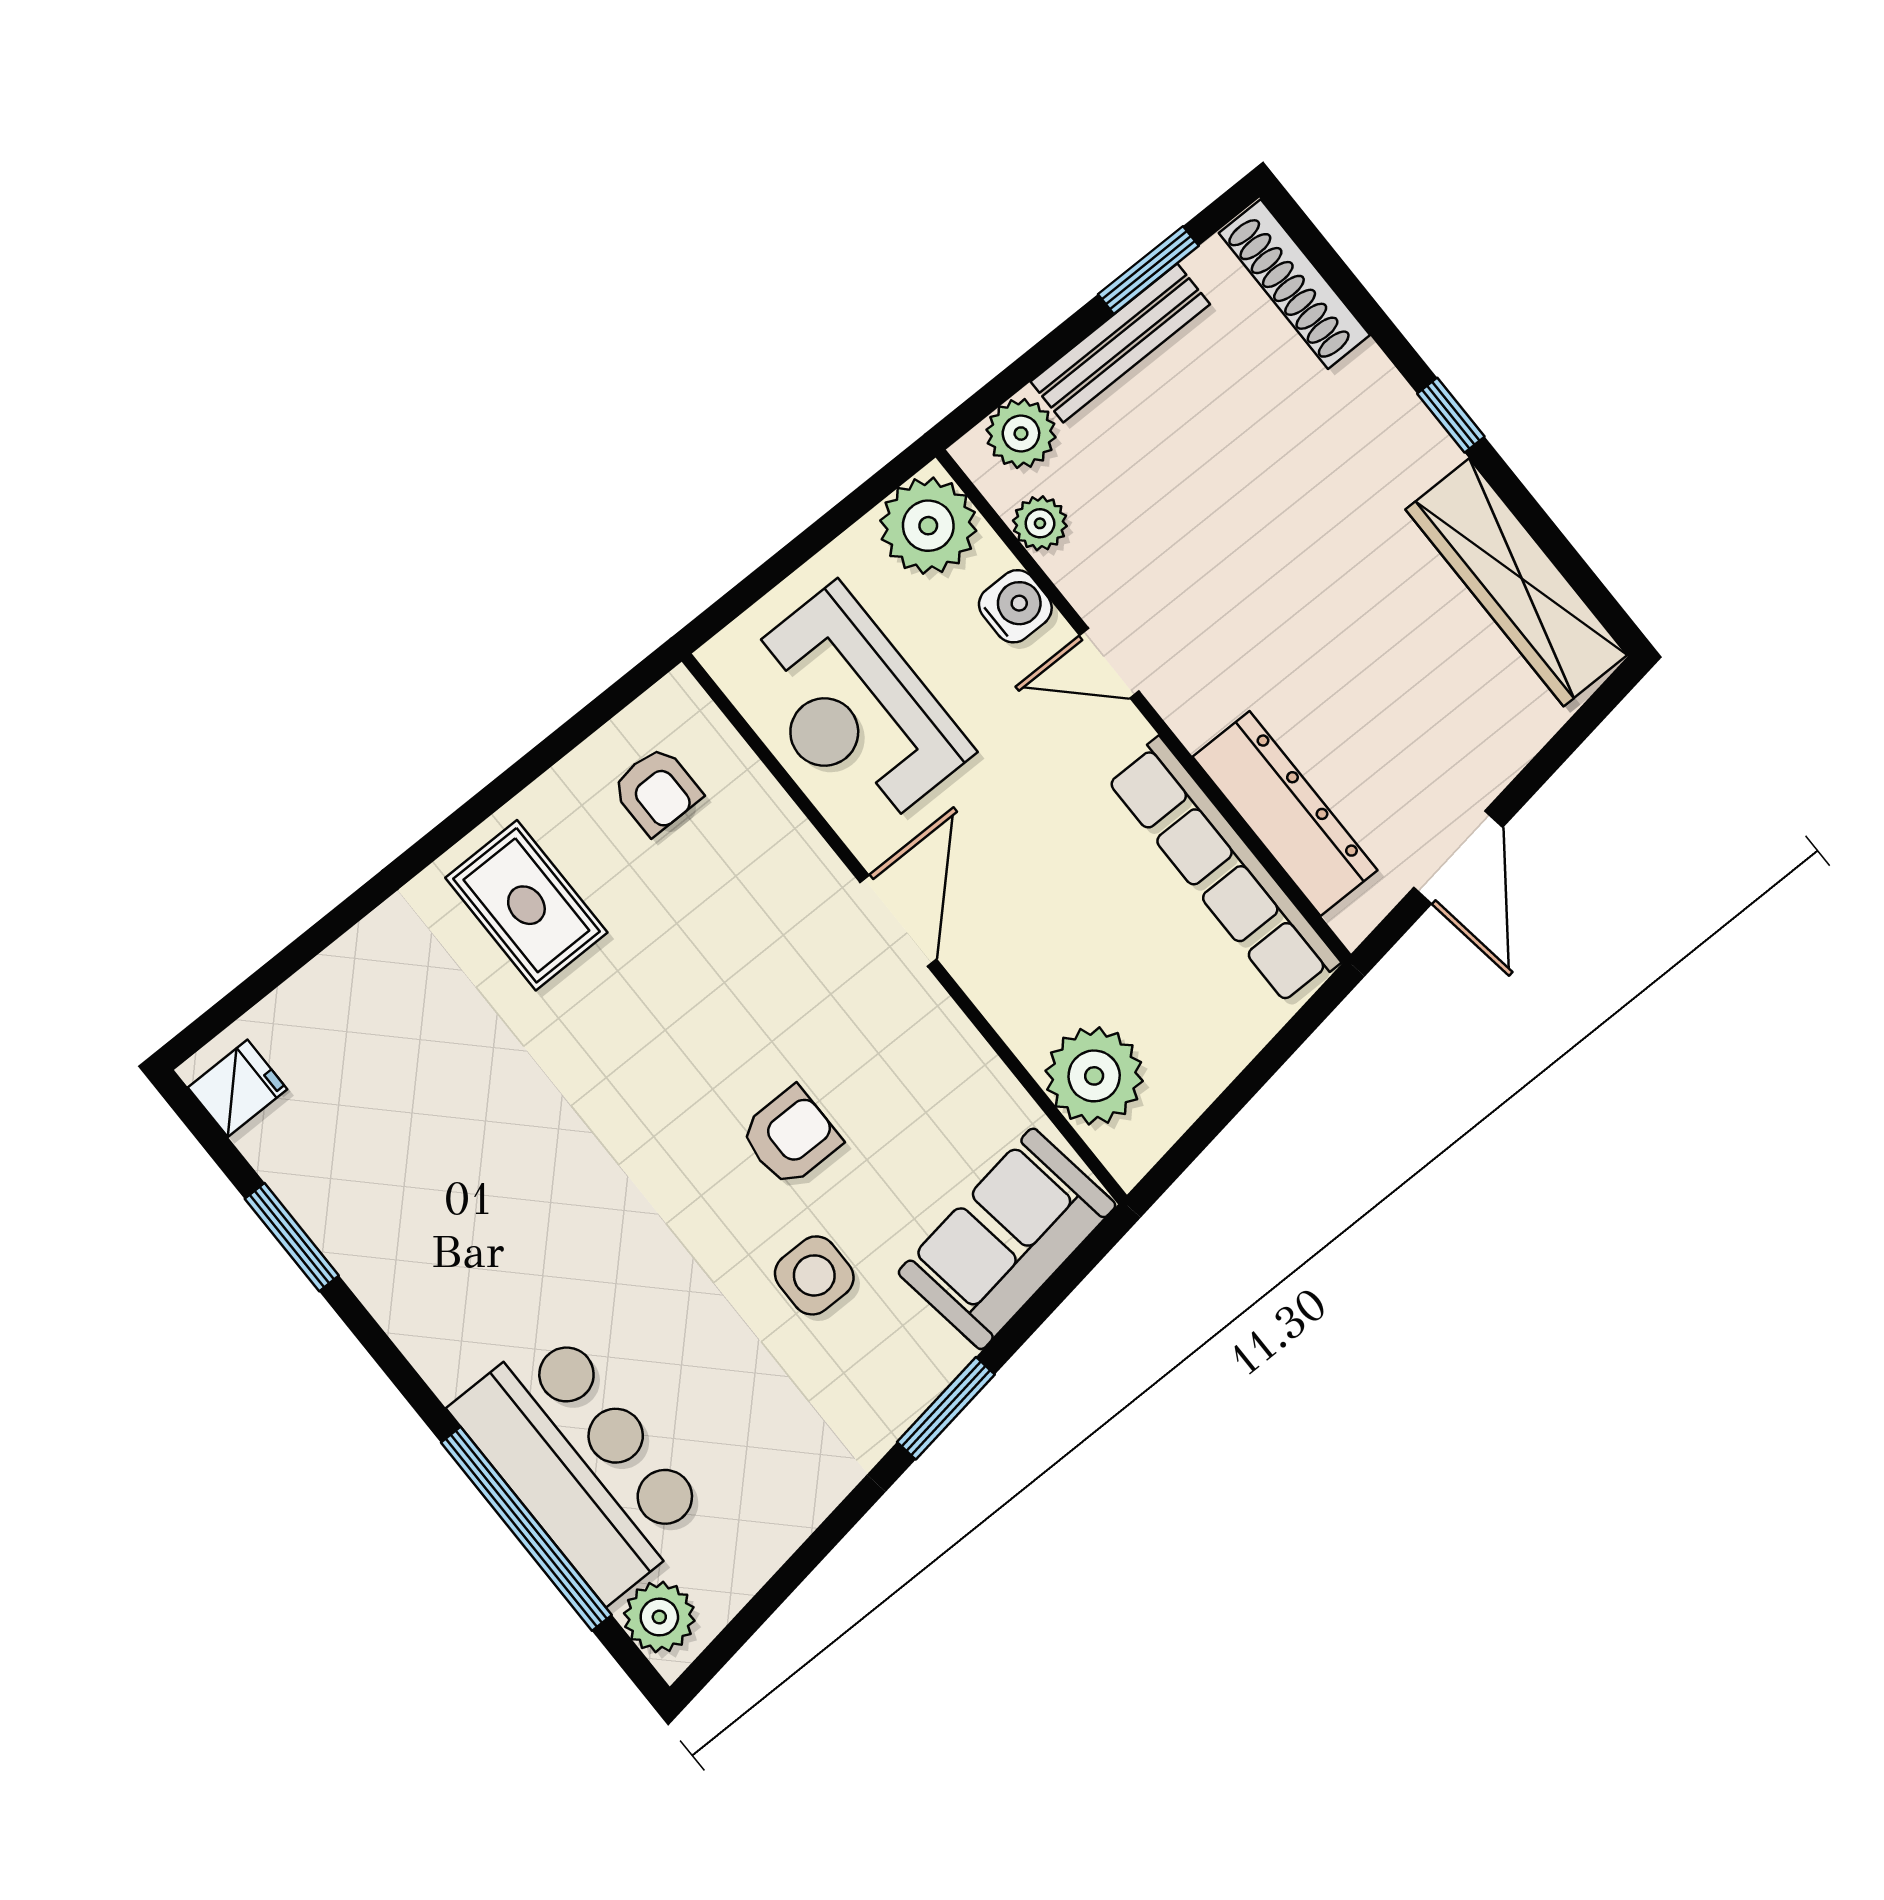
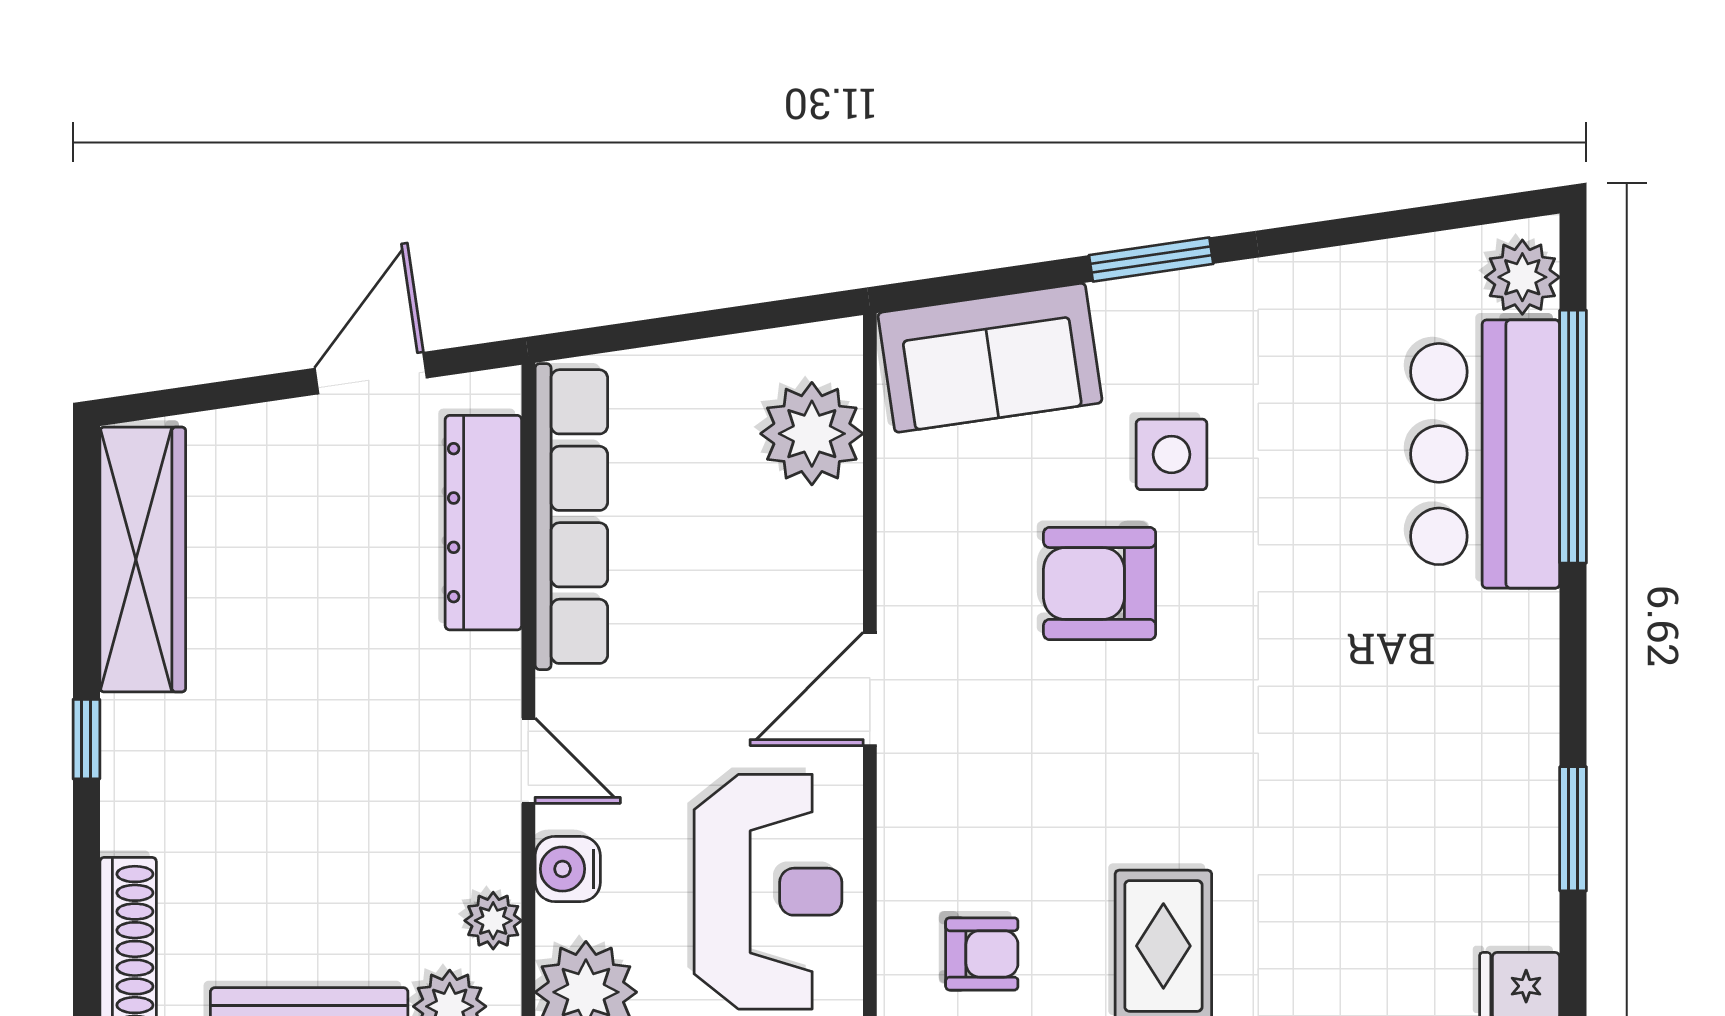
armchair: (657, 791) -> (982, 954), turned 90
armchair: (791, 1137) -> (1100, 583), width x1.38, depth x1.38

